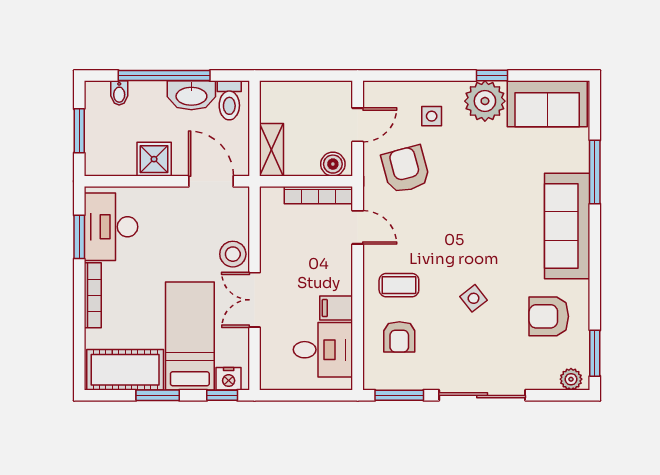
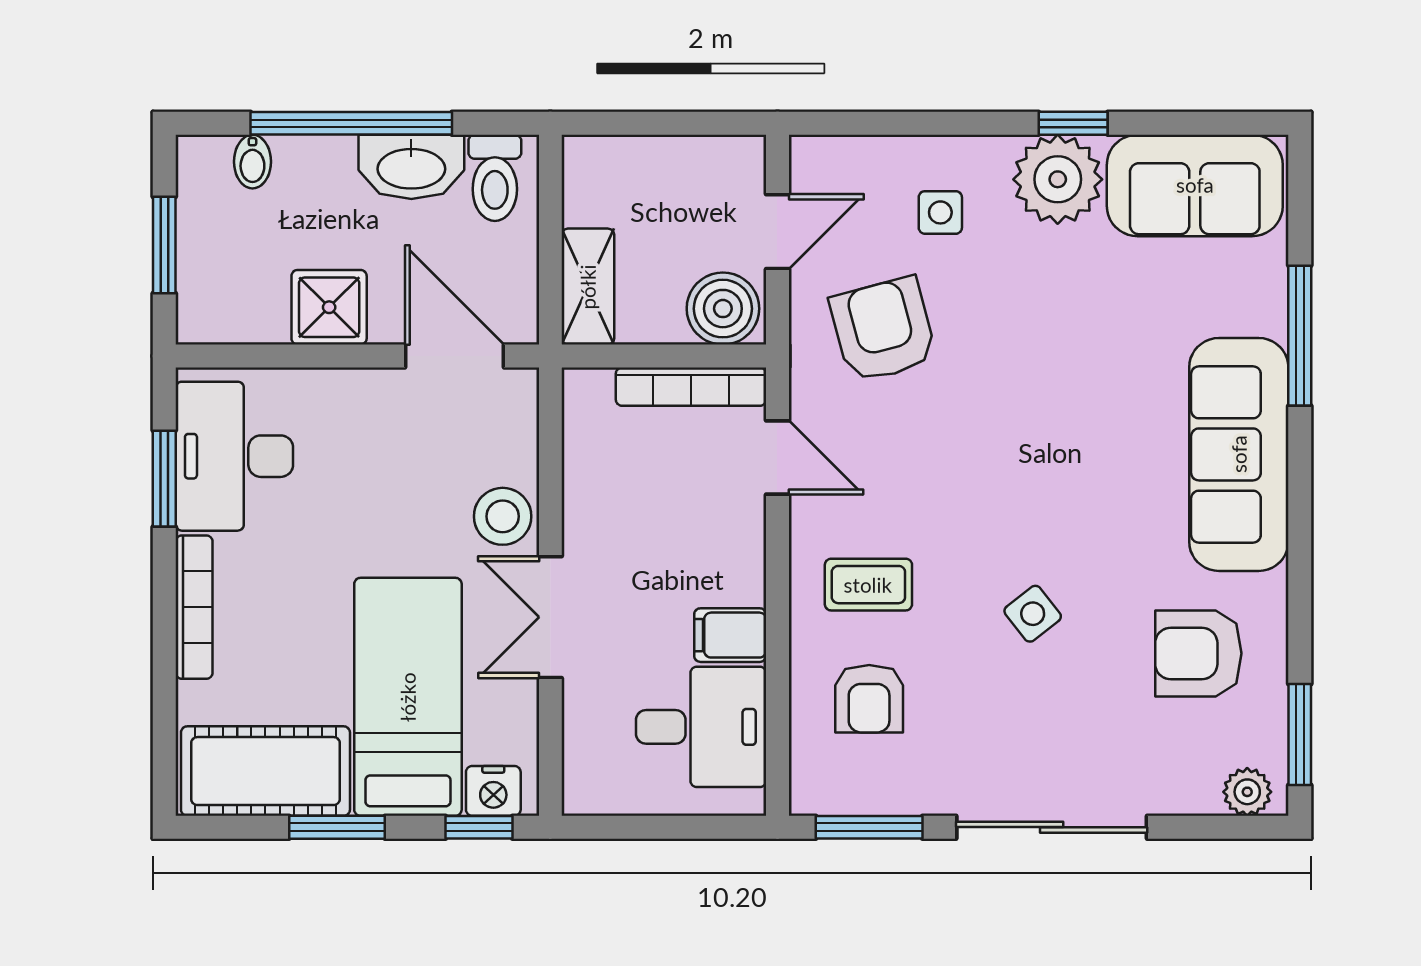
boiler: (333, 164) -> (723, 309), width x1.36, depth x1.36

